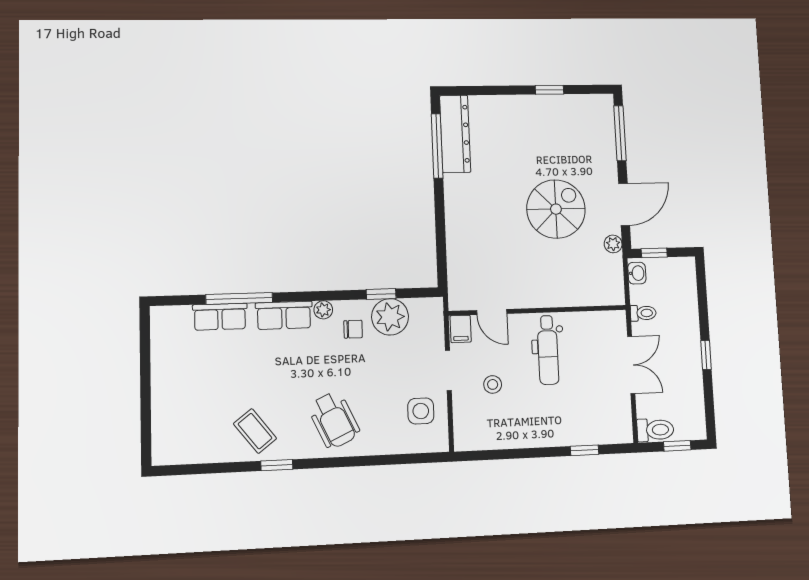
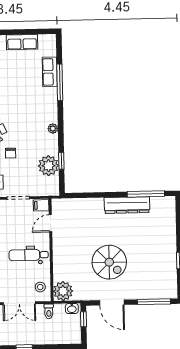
dresser: (455, 134) -> (127, 205), moved
plant: (613, 244) -> (63, 291), moved, width x1.87, depth x1.87
row of seats: (284, 315) -> (22, 42), moved, turned -90
chair: (353, 329) -> (11, 153), moved
stool: (493, 384) -> (40, 287), moved

